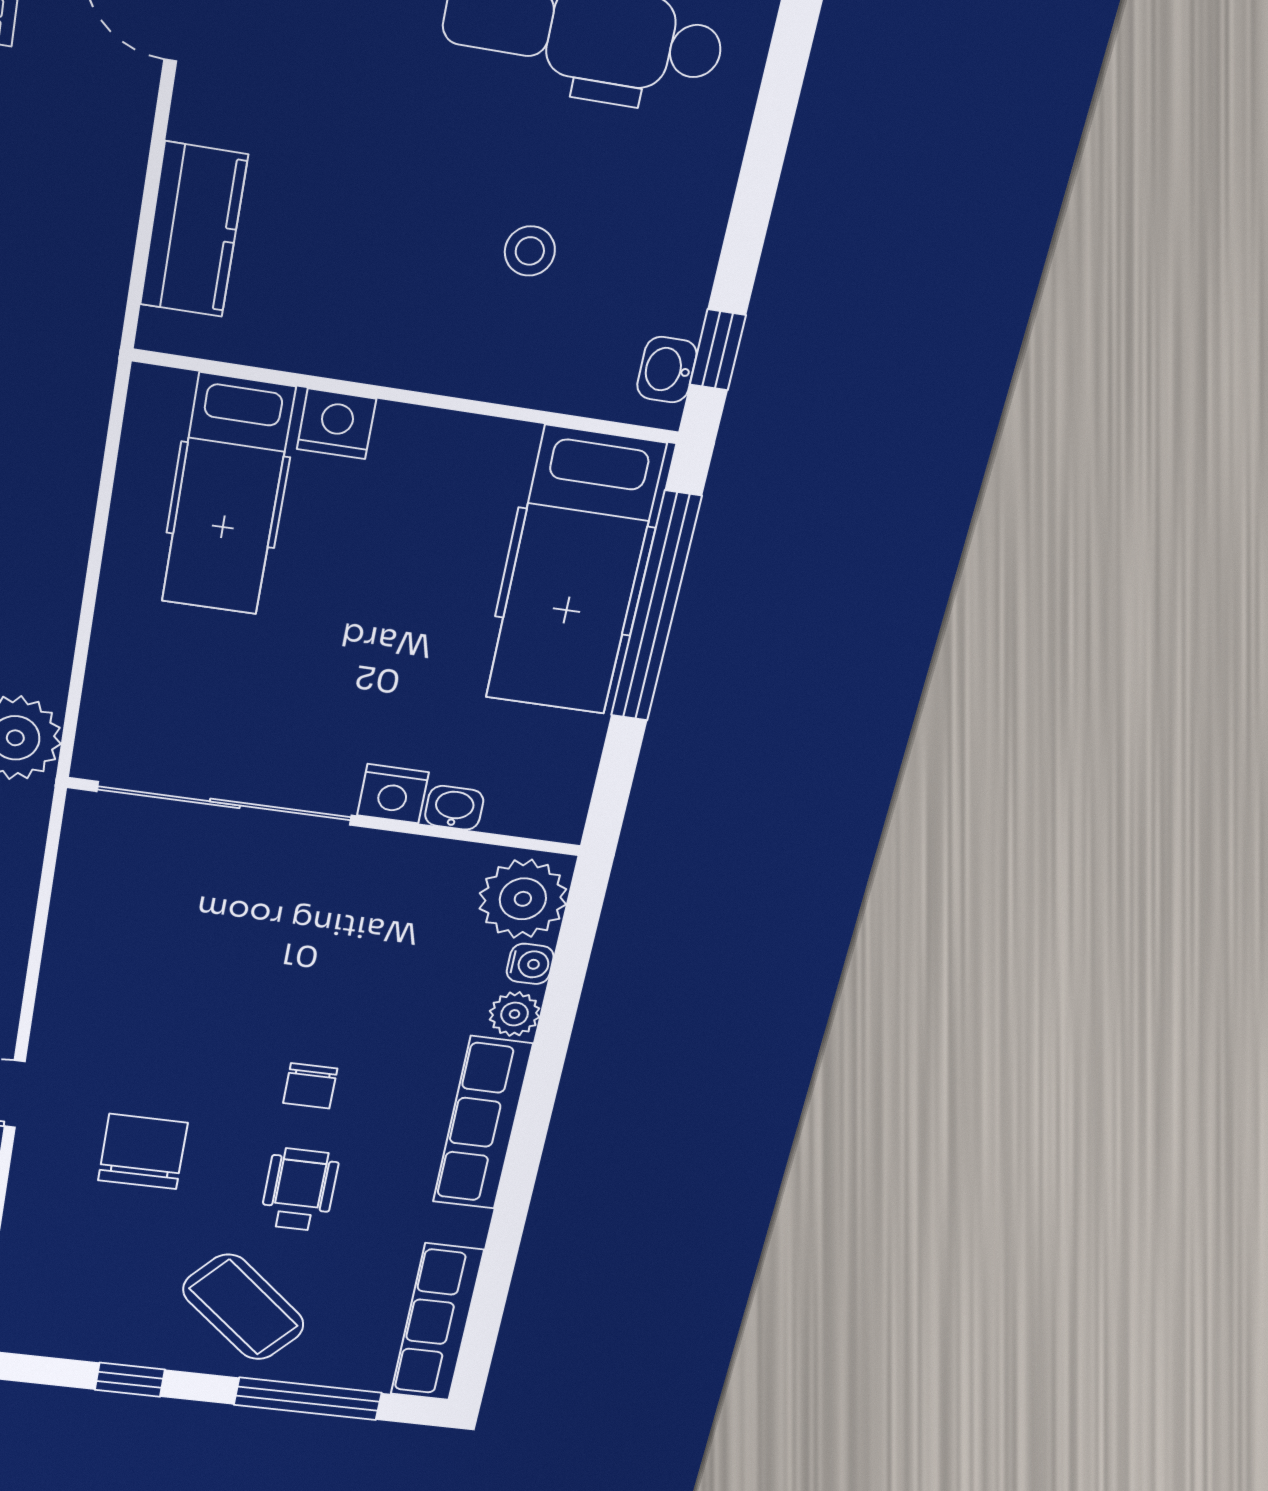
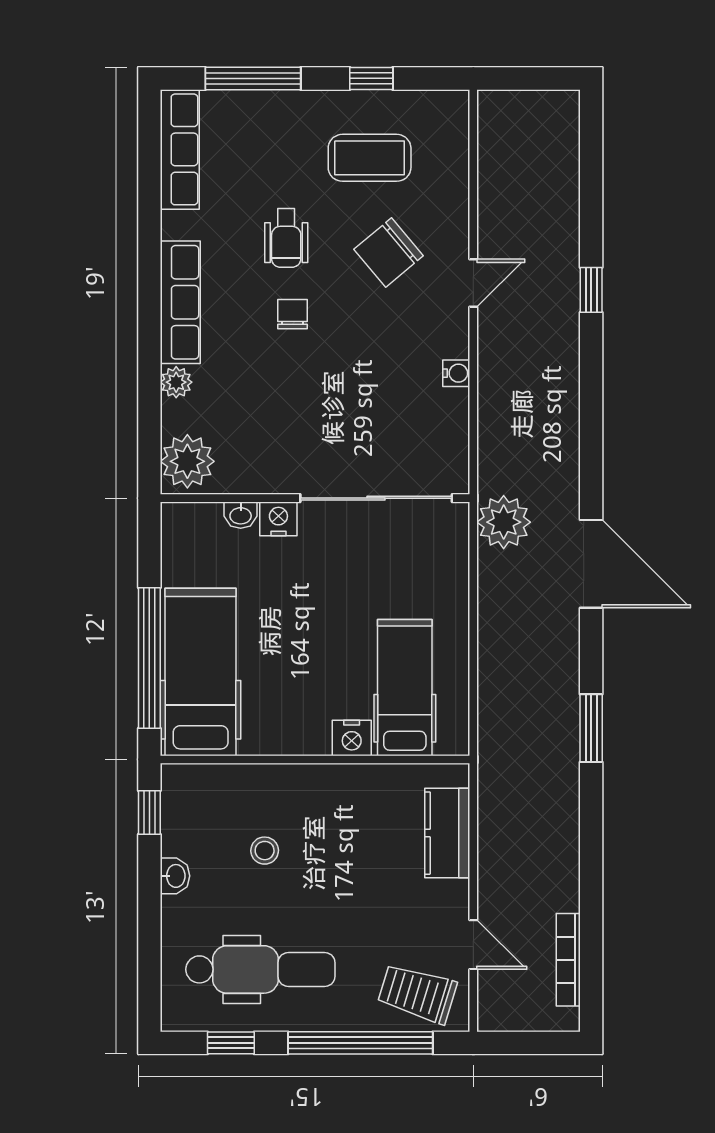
washbasin: (667, 370) -> (175, 876), moved
water cooler: (530, 964) -> (456, 373), moved, turned 180
chair: (143, 1152) -> (389, 252), turned 50
coffee table: (243, 1307) -> (370, 158), moved, turned -41

